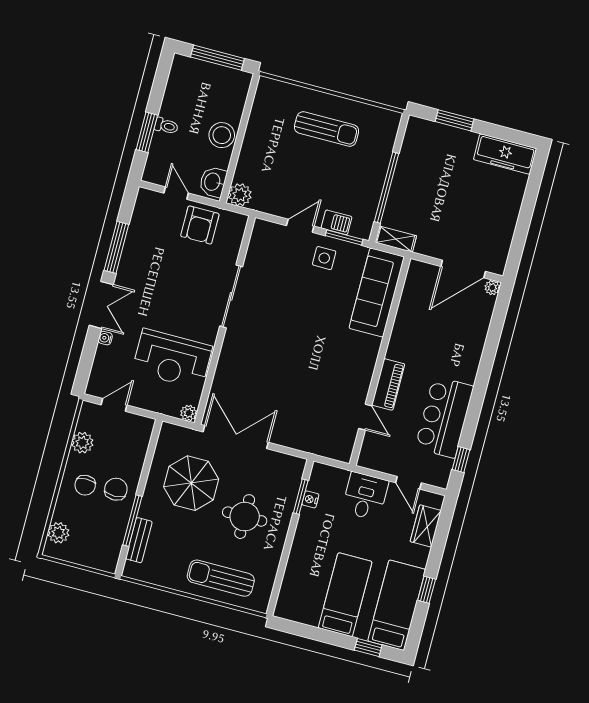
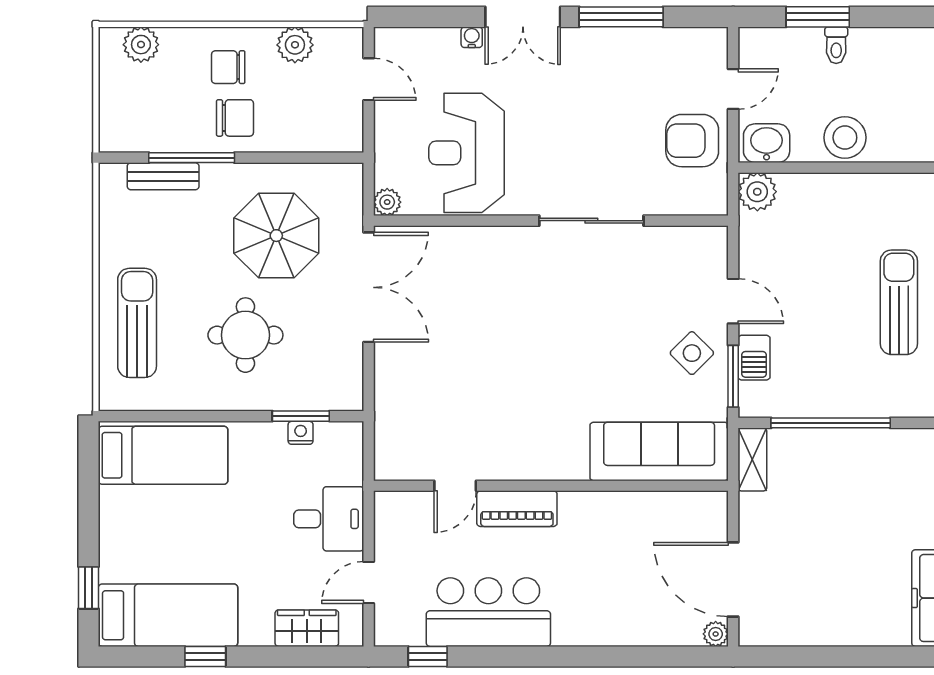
sun lounger: (327, 129) -> (899, 302), turned 180
side table: (324, 258) -> (692, 353), turned 45
bed: (345, 595) -> (163, 455), moved

